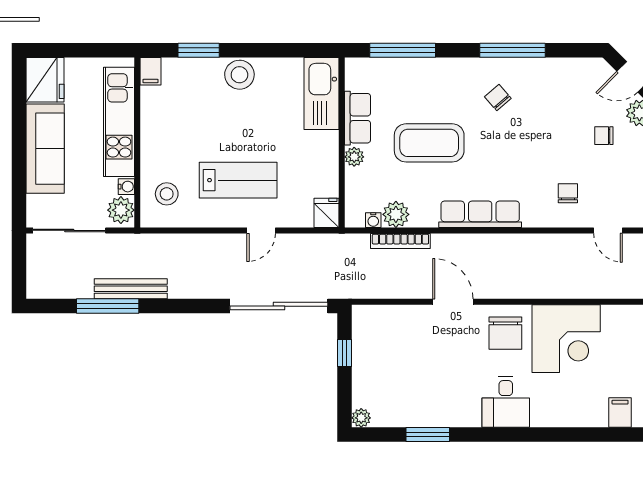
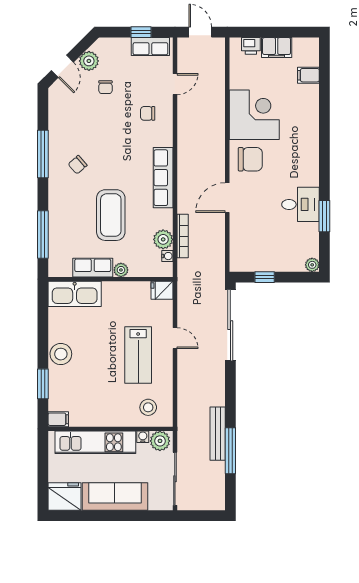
lab bench: (238, 180) -> (138, 355), turned 180
desk: (506, 402) -> (301, 204), moved

